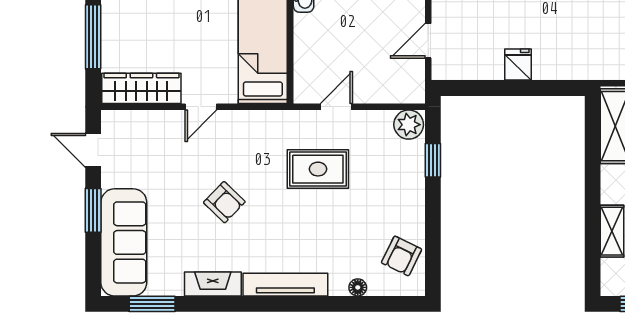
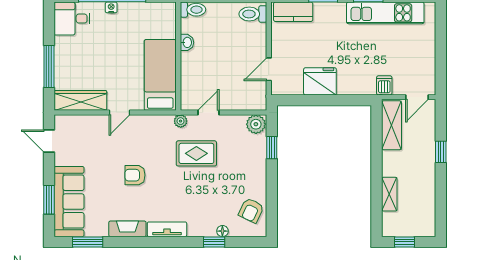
fridge: (518, 65) -> (320, 81), width x1.88, depth x1.34
dishwasher: (604, 65) -> (384, 85), added
plant: (294, 120) -> (181, 121), added
armchair: (224, 202) -> (135, 175), turned 136
window: (93, 210) -> (49, 200), moved
tv unit: (285, 285) -> (167, 229), width x0.71
window: (345, 304) -> (214, 242), added

